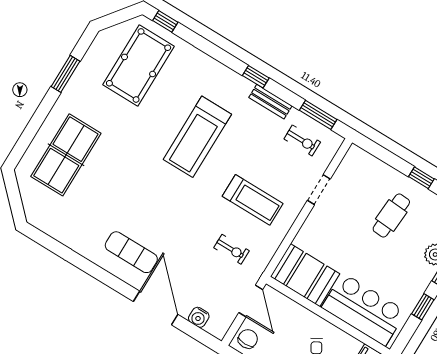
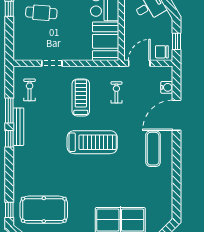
bench: (270, 102) -> (18, 127), width x1.36
window: (318, 115) -> (9, 110), moved
treadmill: (197, 137) -> (92, 142), moved

